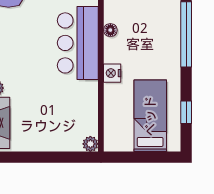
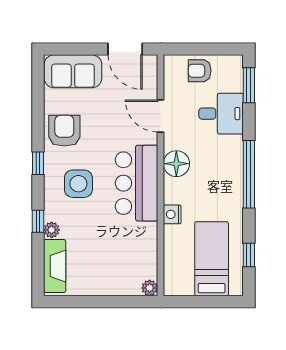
floor lamp: (110, 30) -> (176, 164), width x1.89, depth x1.89
side table: (22, 43) -> (78, 184), added

